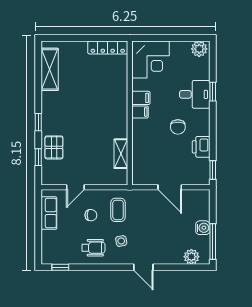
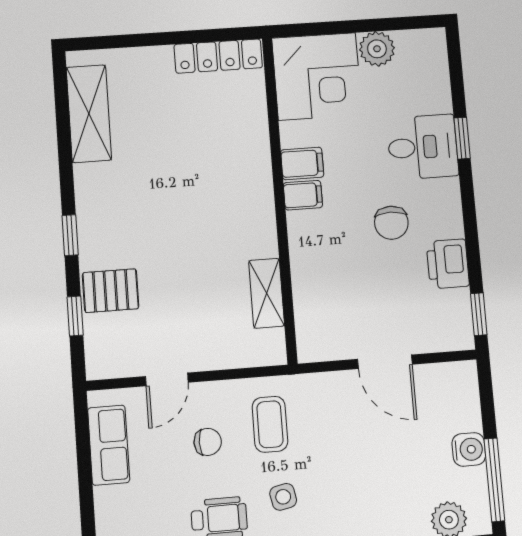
plant: (199, 49) -> (377, 49), moved
pallet: (54, 147) -> (111, 291), turned 90

